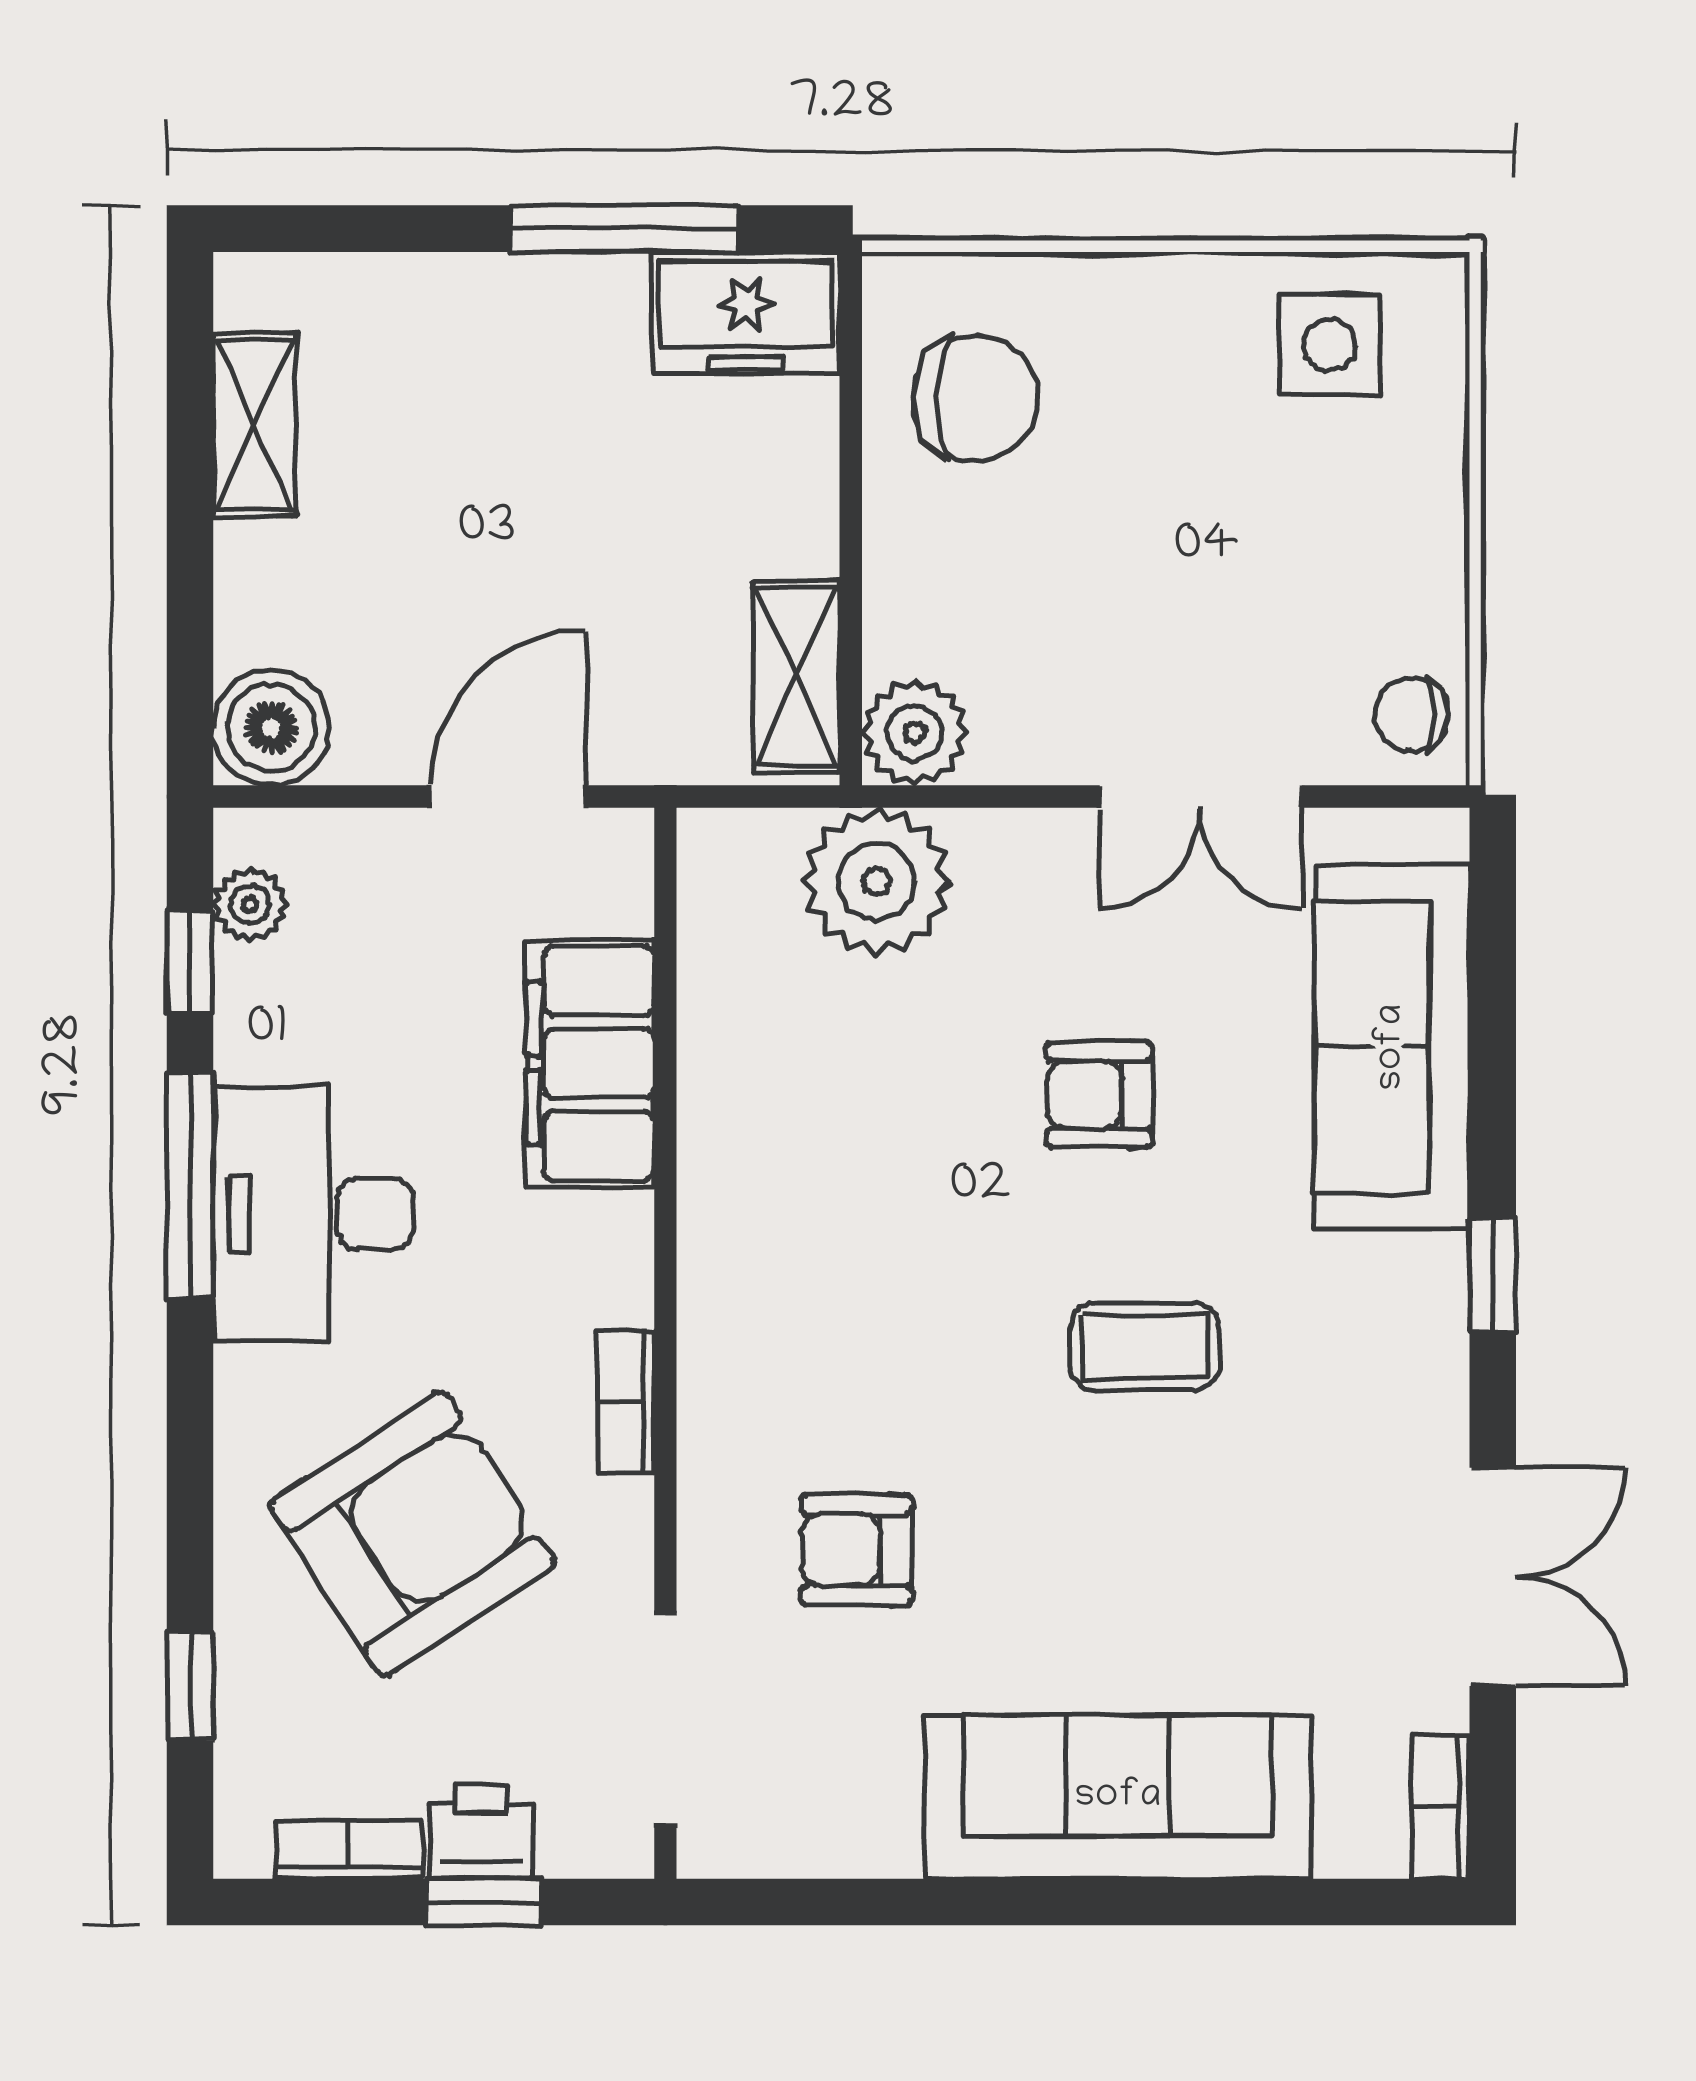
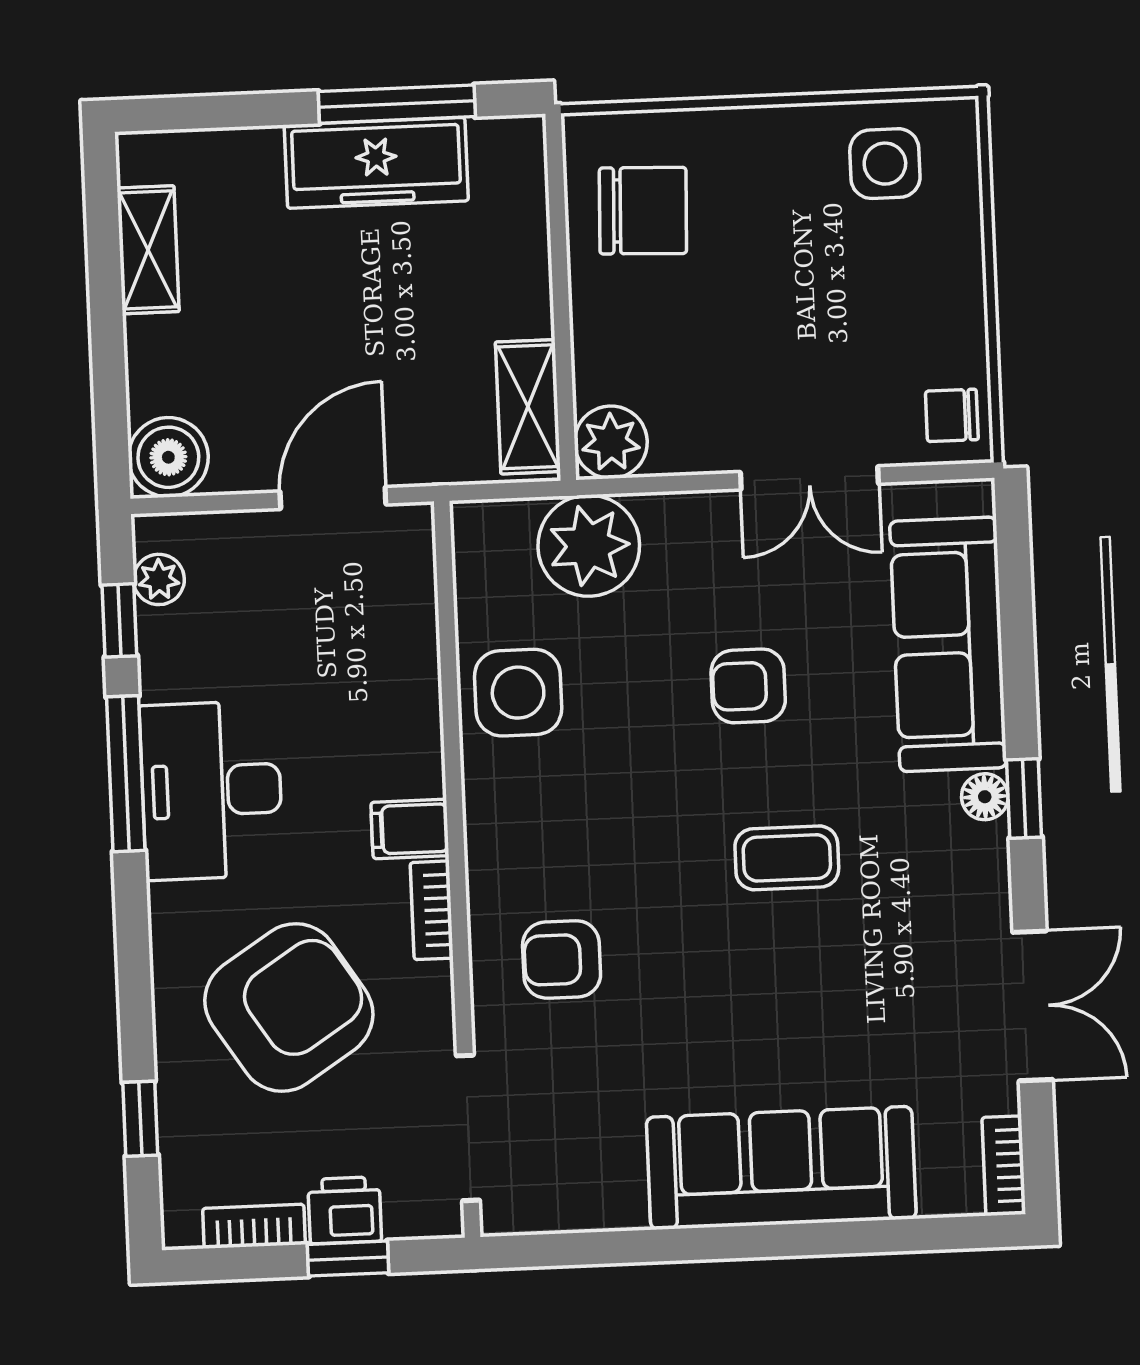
freezer: (746, 313) -> (376, 163), moved, width x1.40
filing cabinet: (590, 1063) -> (410, 829), moved, width x0.33, depth x0.86
side table: (765, 1091) -> (518, 693), added
floor lamp: (1436, 1270) -> (985, 797), added
armchair: (856, 1550) -> (562, 959), moved

